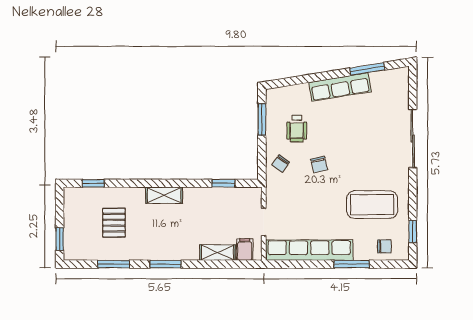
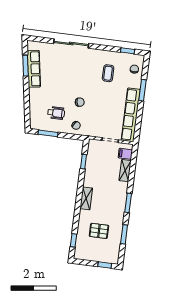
row of seats: (340, 87) -> (34, 69), moved
coffee table: (372, 205) -> (108, 73), width x0.54, depth x0.58

